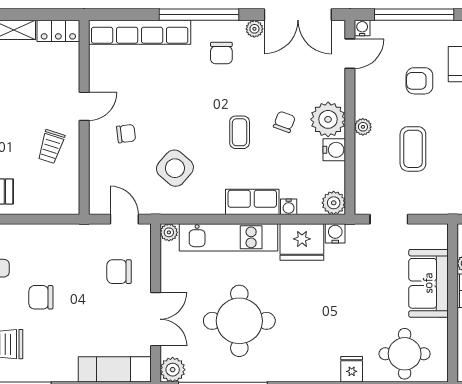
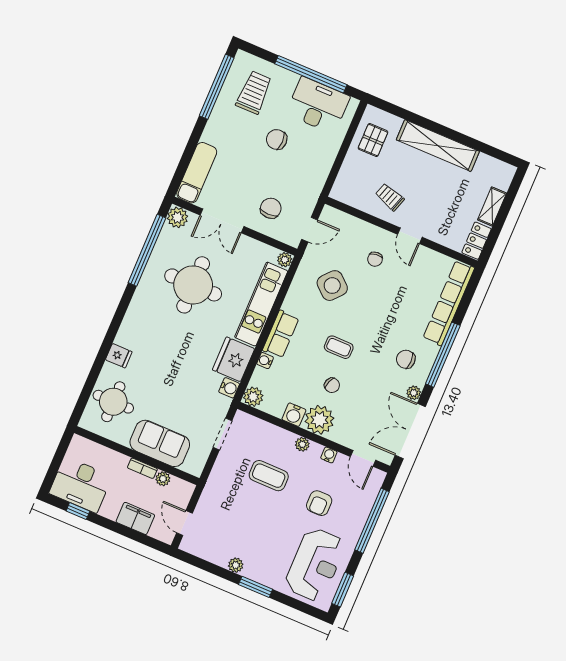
water cooler: (362, 28) -> (329, 455), moved, turned -90
armchair: (419, 81) -> (319, 503), turned 180
chair: (41, 297) -> (277, 139), turned -90

